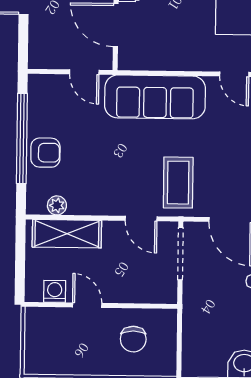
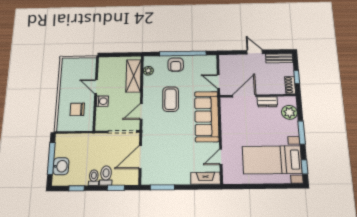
door: (84, 72) -> (218, 82), hinge flipped
coffee table: (178, 183) -> (171, 99), moved, turned 90
washing machine: (55, 291) -> (102, 101), moved
door: (87, 305) -> (96, 87), swing flipped

